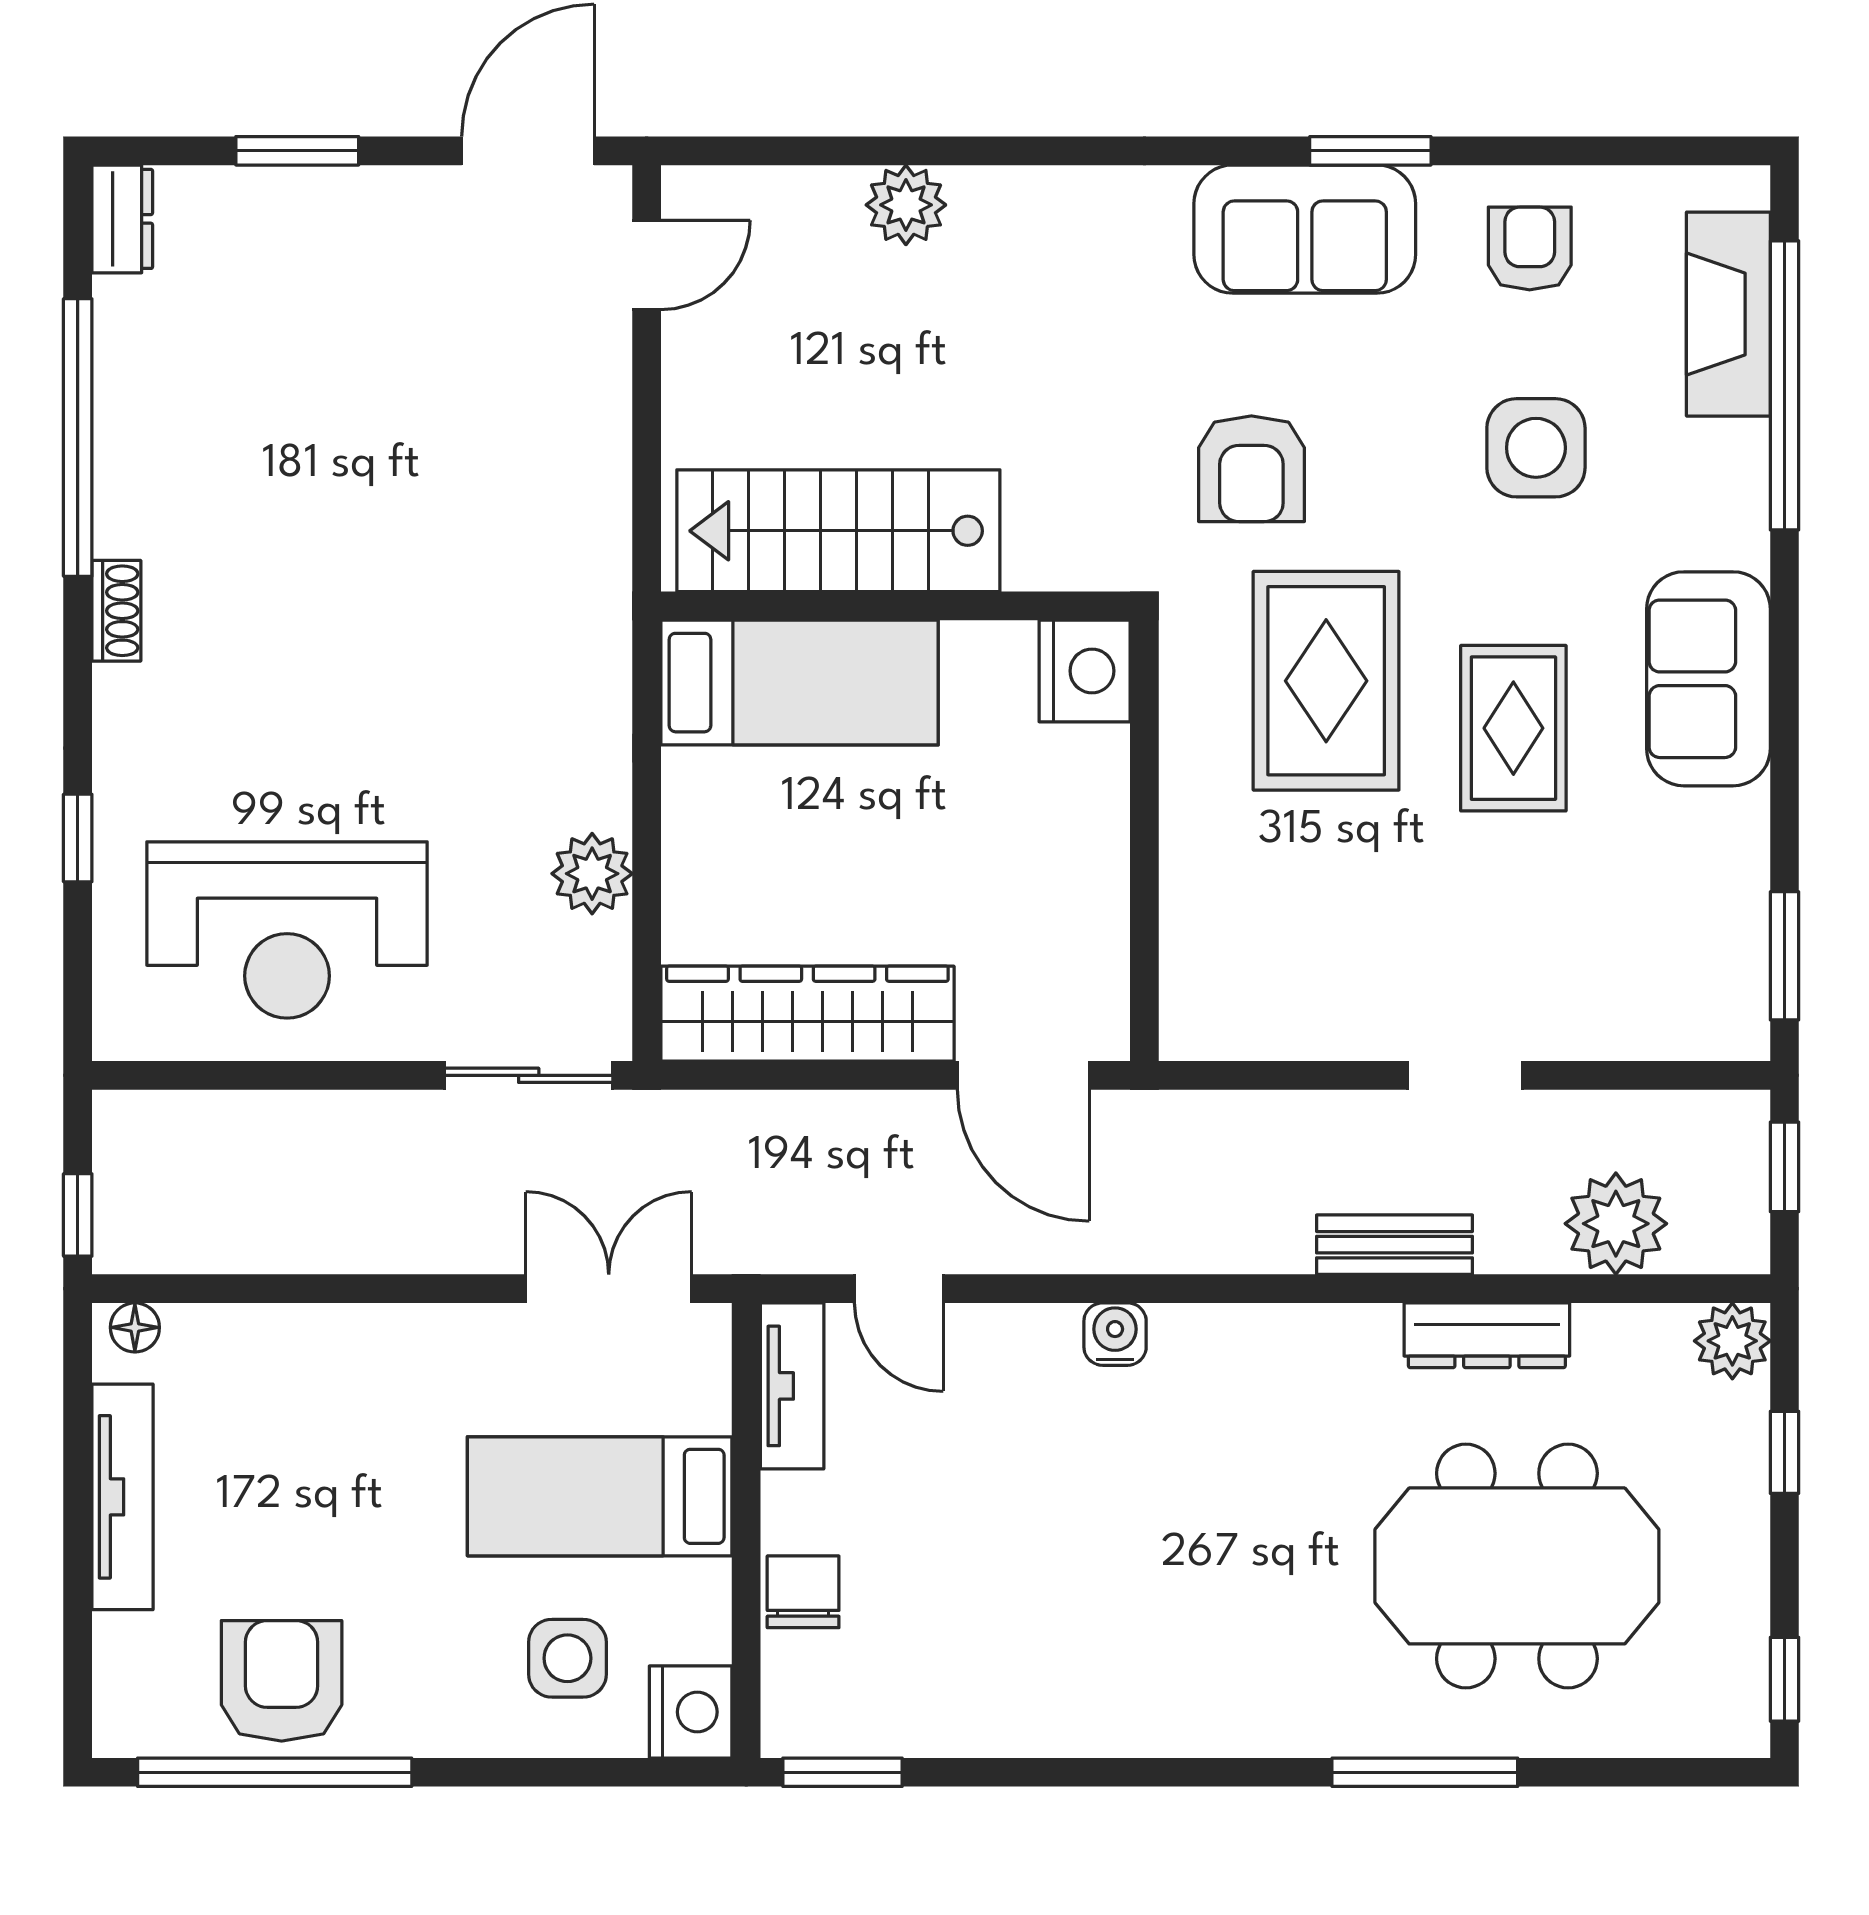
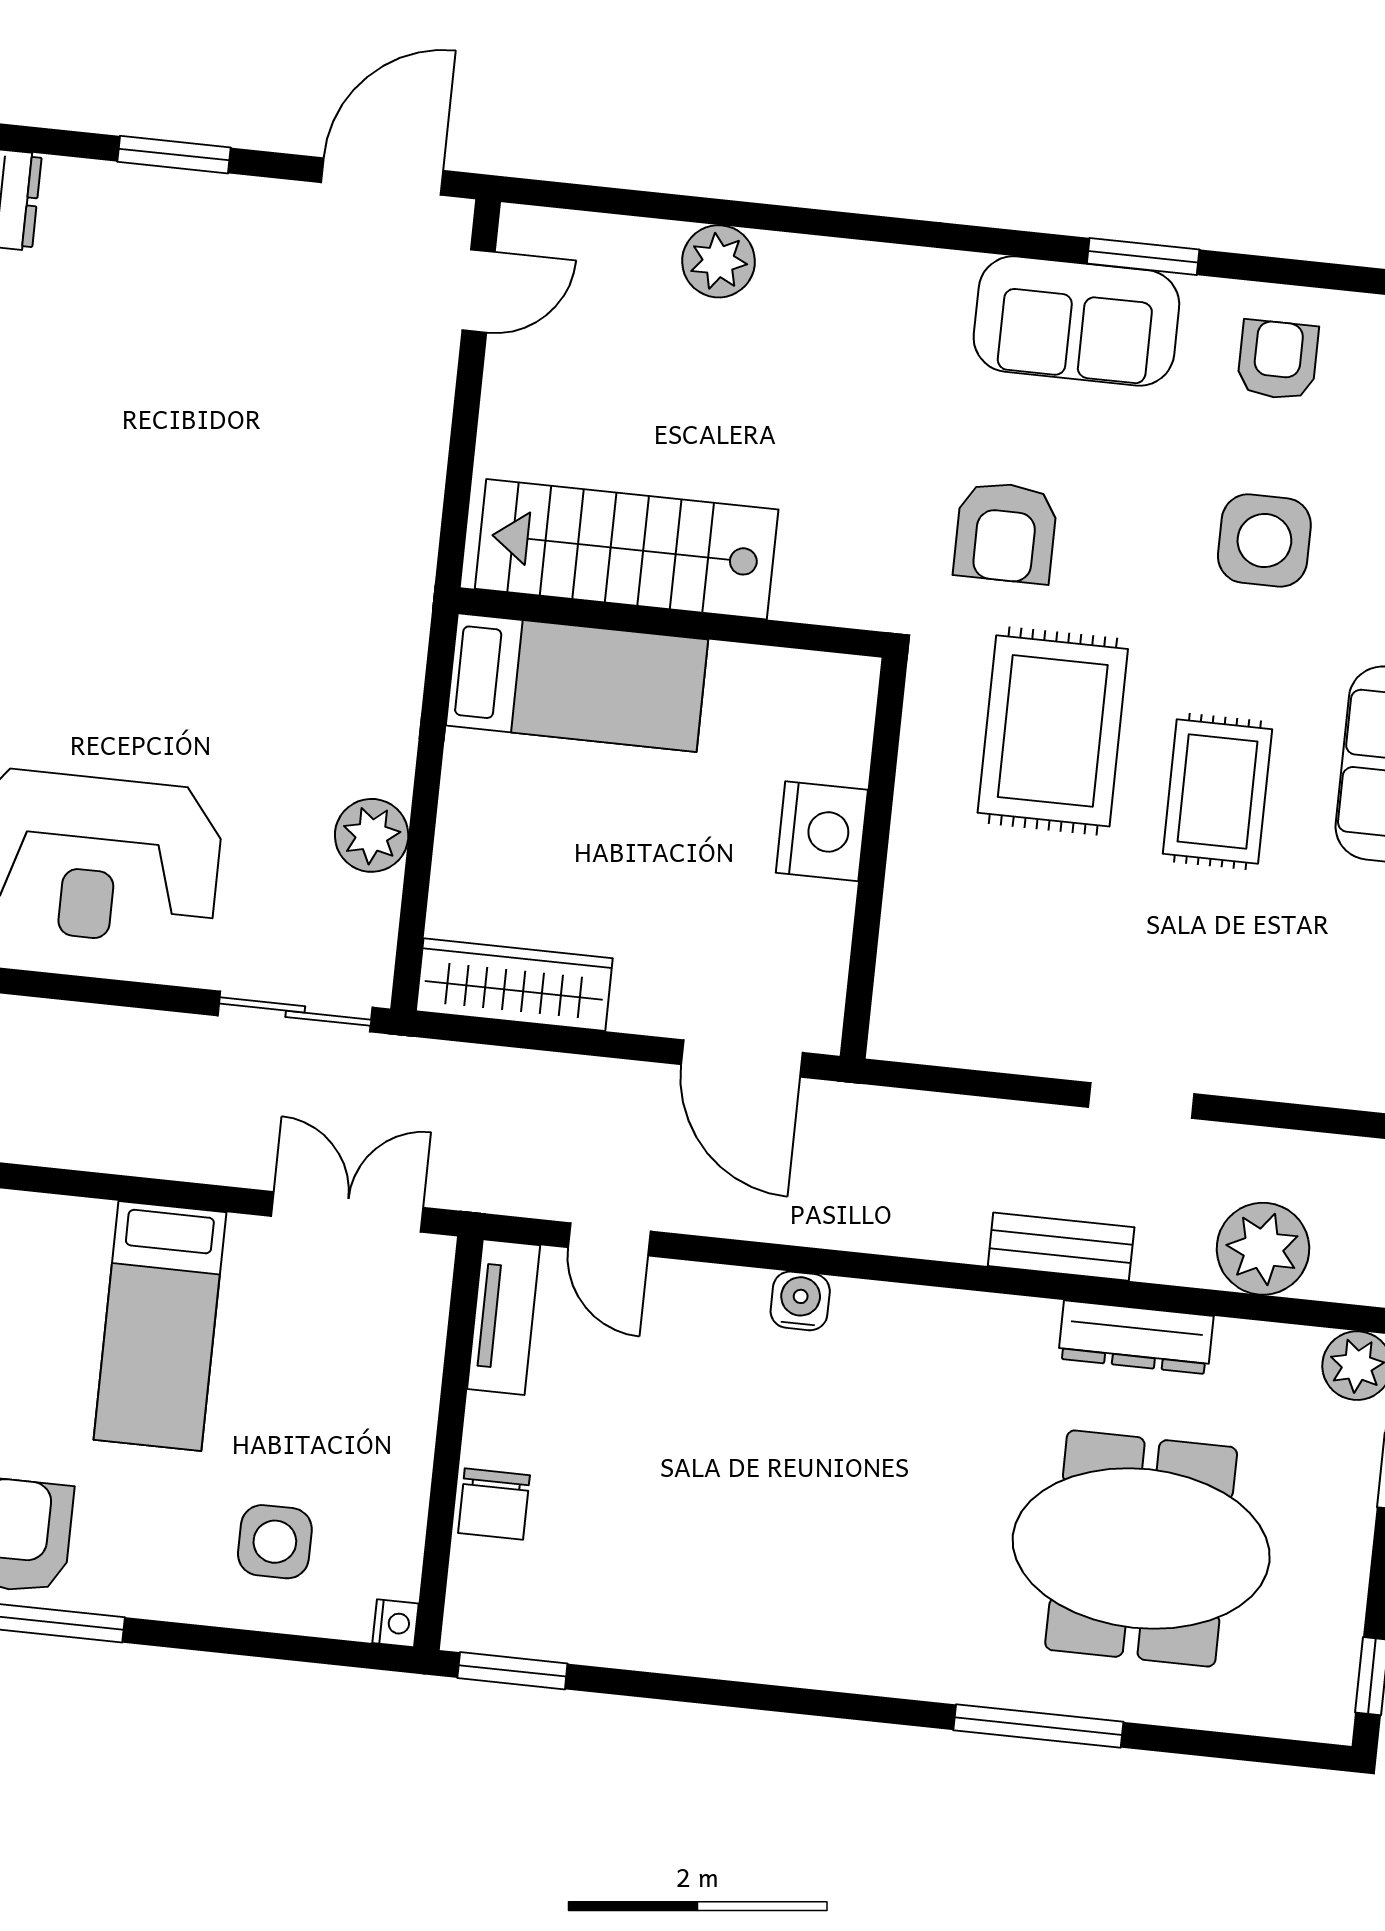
nightstand: (1085, 671) -> (822, 831), moved
wardrobe: (807, 1014) -> (514, 985), width x0.71, depth x0.85
bed: (600, 1496) -> (160, 1326), moved, turned -90
chair: (803, 1592) -> (494, 1504), turned 180
nightstand: (691, 1712) -> (396, 1623), width x0.53, depth x0.56

